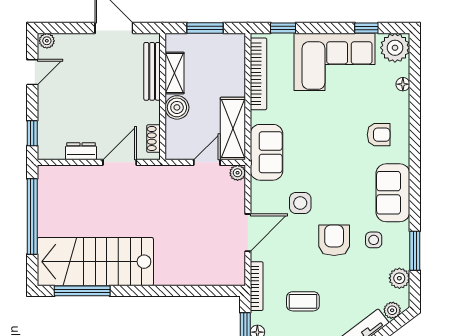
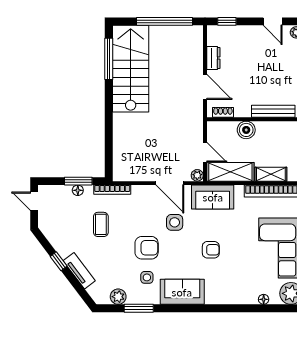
shelving: (175, 73) -> (271, 174), moved
armchair: (379, 135) -> (211, 250), moved, turned -90
door: (248, 233) -> (170, 183), moved
plant: (392, 310) -> (94, 291), removed

